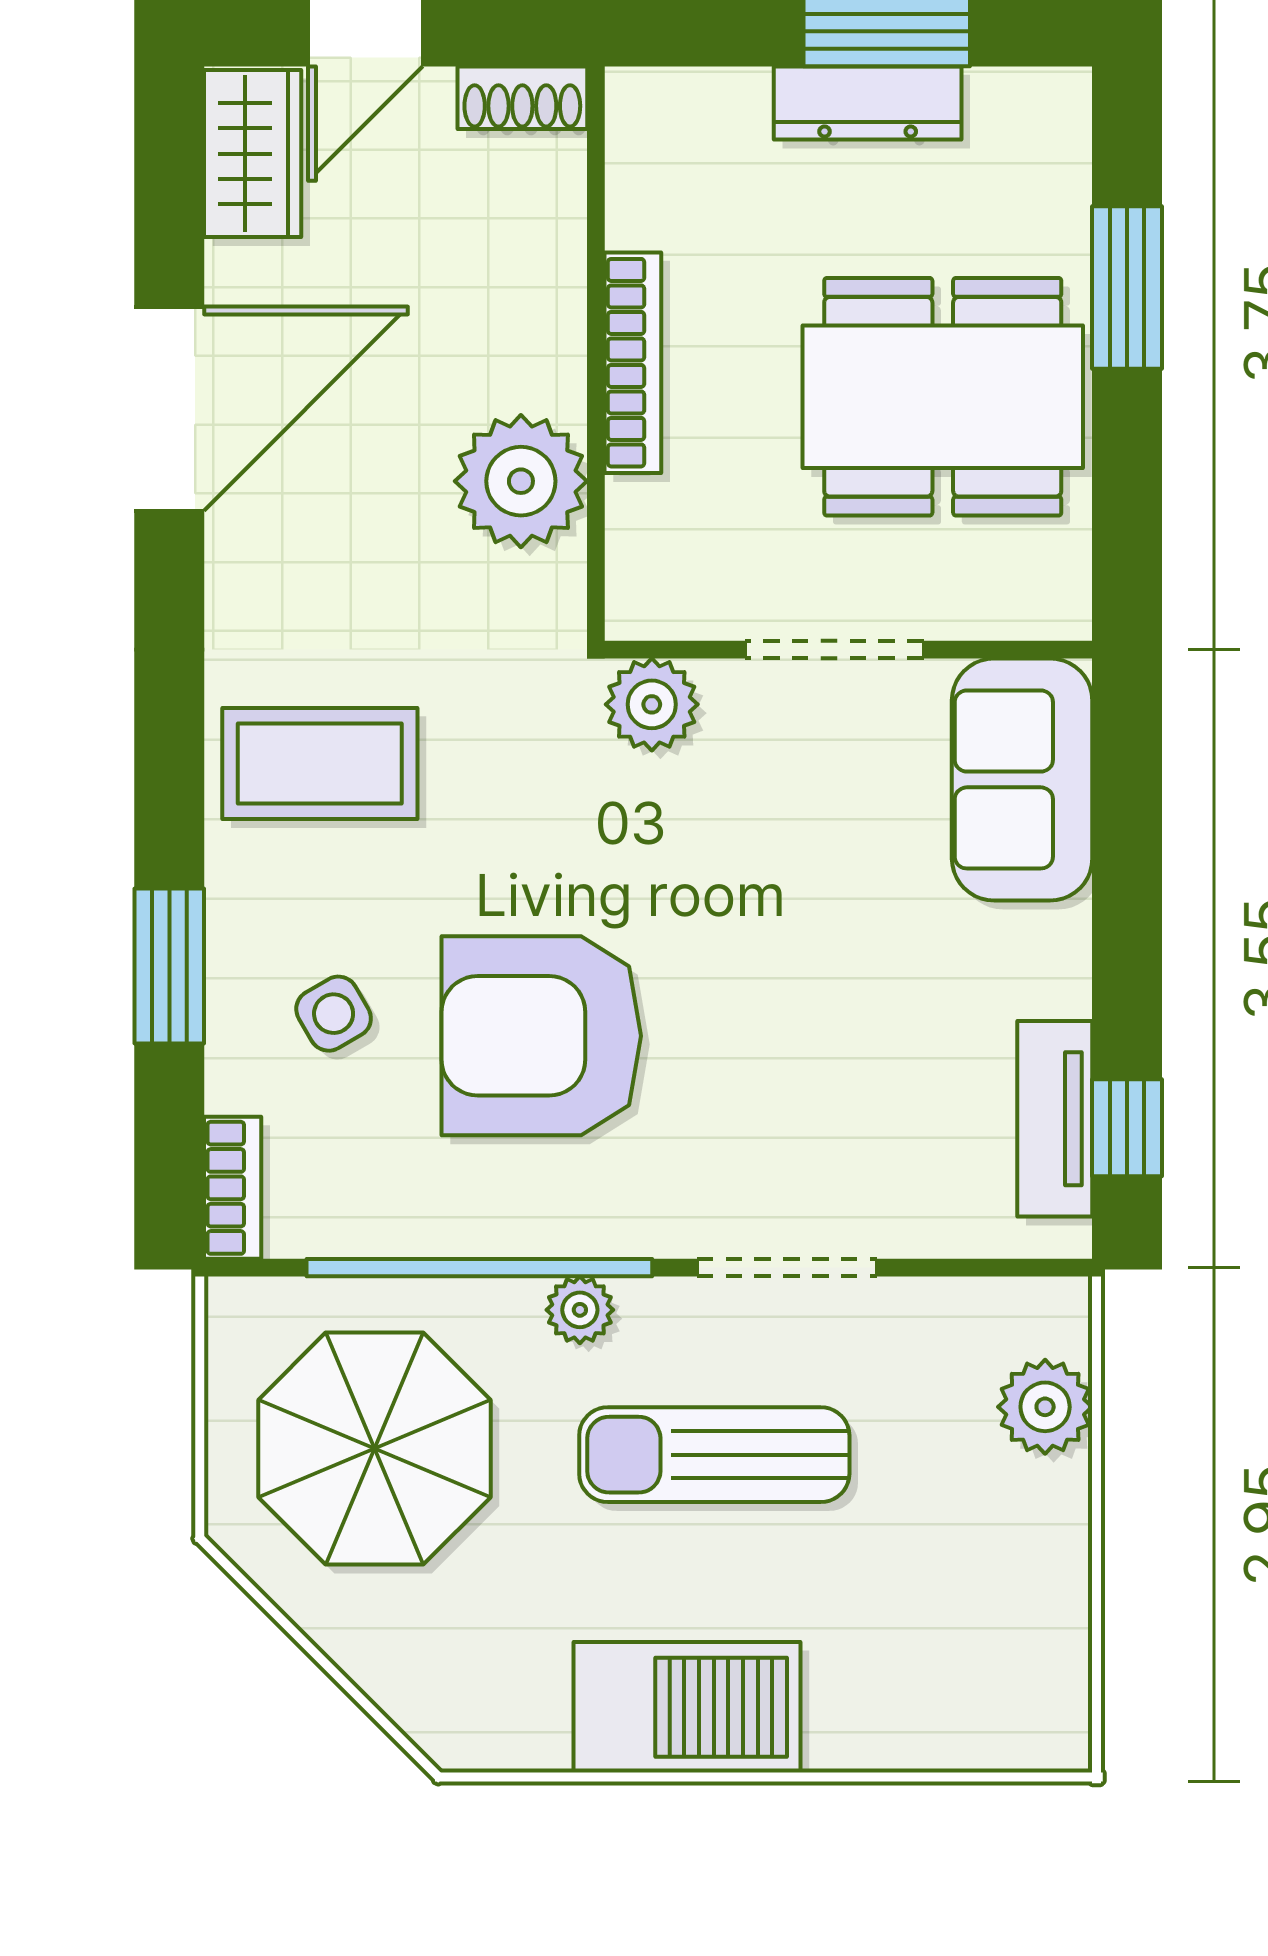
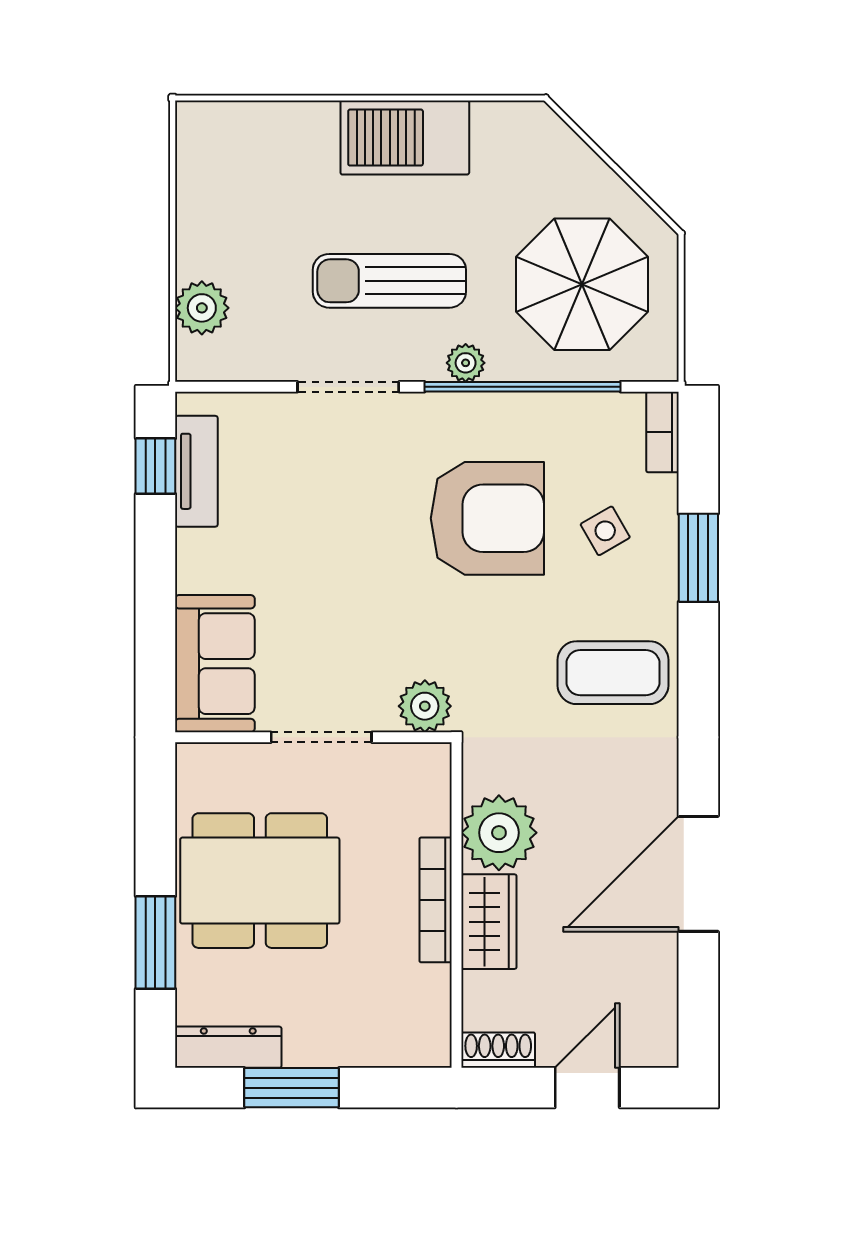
dresser: (868, 103) -> (228, 1047), moved
wardrobe: (253, 154) -> (489, 922), moved, turned 180
sun lounger: (714, 1455) -> (389, 281), turned 180

